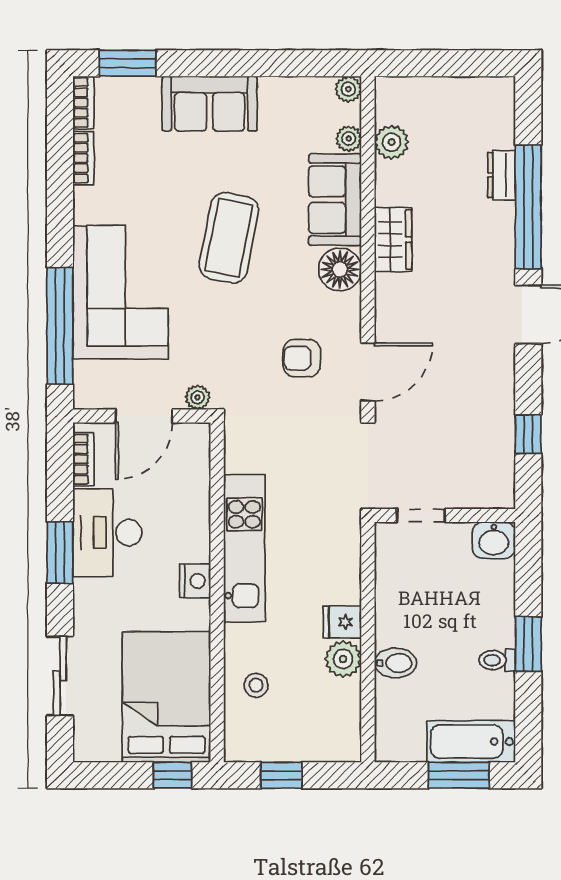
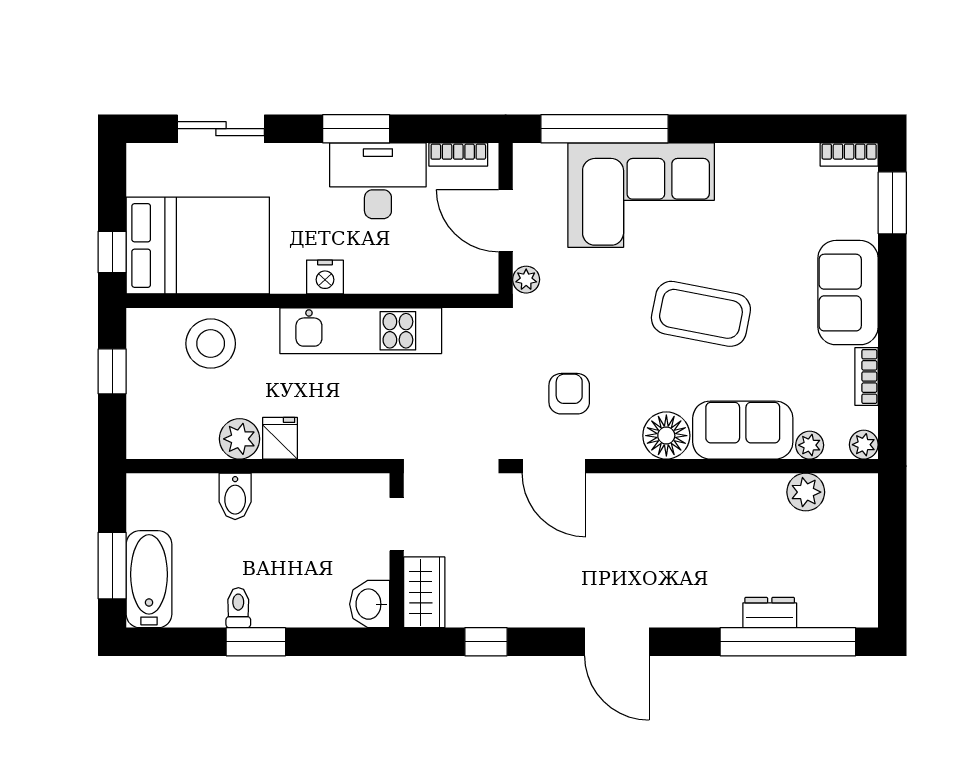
bookcase: (83, 158) -> (867, 376), moved, turned 90
window: (528, 207) -> (788, 642), moved
wardrobe: (393, 239) -> (424, 592), moved, turned -90
stool: (256, 685) -> (211, 344), width x1.89, depth x1.89

